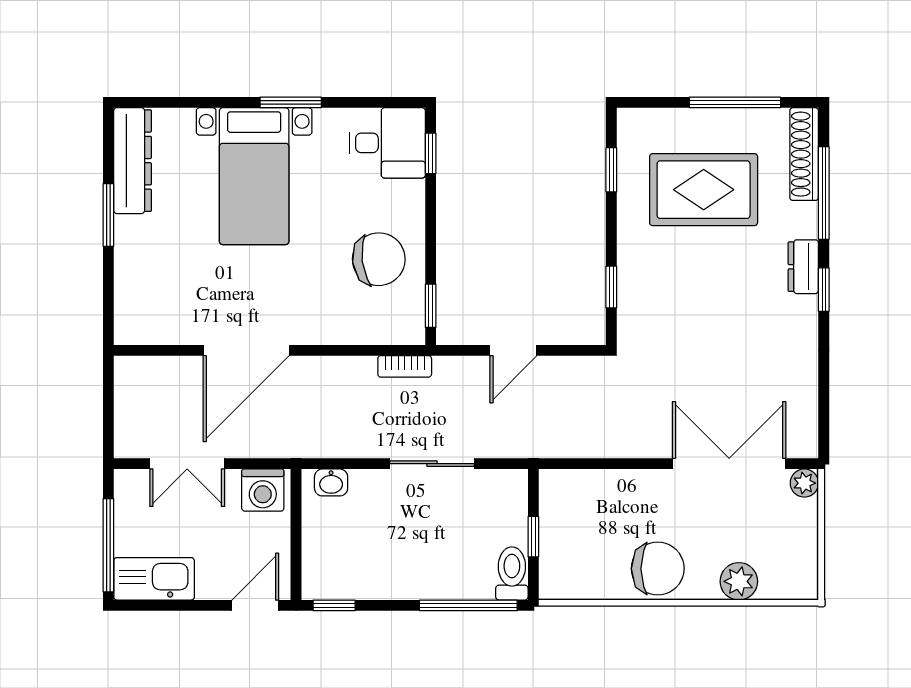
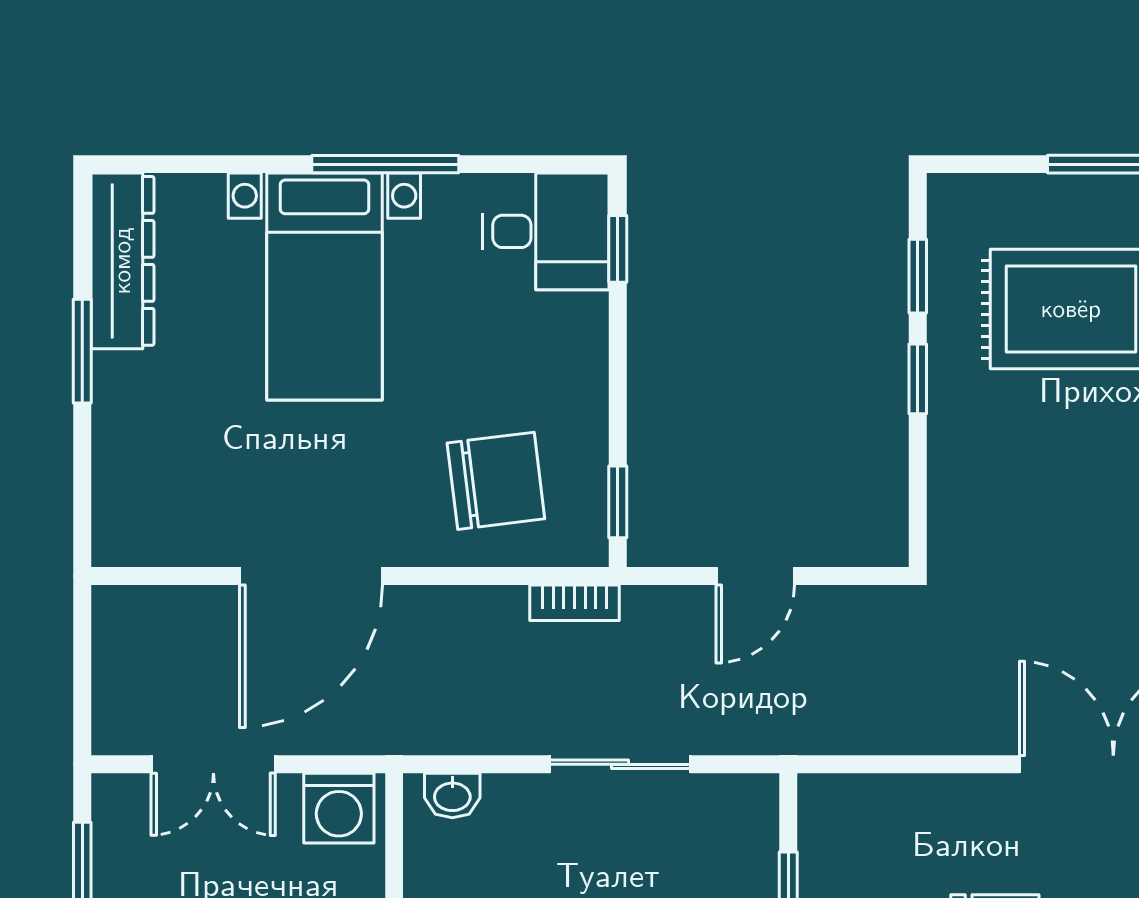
window: (291, 102) -> (385, 164), width x1.44
chair: (379, 259) -> (496, 481), moved
window: (611, 287) -> (918, 379), moved

